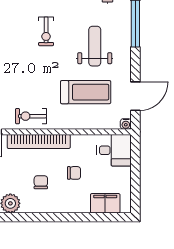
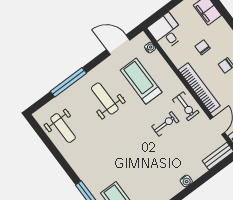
exercise bike: (46, 31) -> (165, 124), moved
weight bench: (95, 46) -> (105, 99), turned 90
water cooler: (126, 124) -> (150, 48), moved

